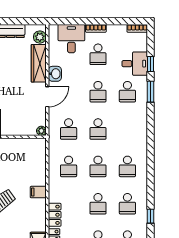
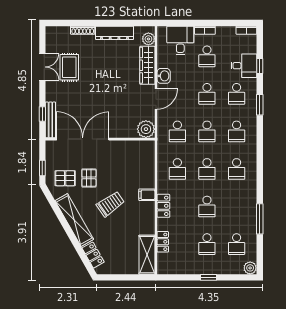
window: (151, 92) -> (260, 105), moved
plant: (41, 131) -> (146, 129), width x1.88, depth x1.88
school desk: (127, 204) -> (237, 131), moved
locker: (55, 215) -> (163, 206), moved
window: (151, 216) -> (260, 219), width x2.17

